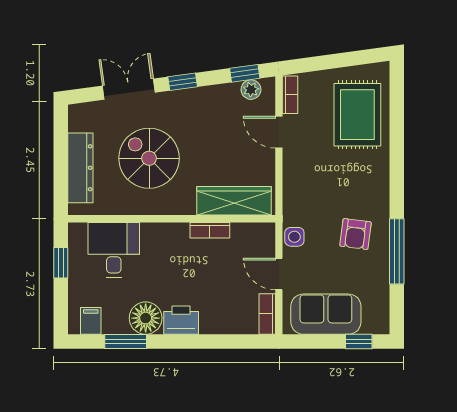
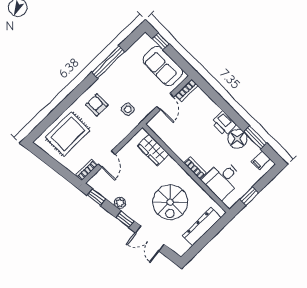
plant: (251, 90) -> (120, 203), moved
wardrobe: (234, 201) -> (153, 150), width x0.67
bookcase: (210, 230) -> (195, 168), moved
armchair: (355, 234) -> (97, 105), moved, turned -97
side table: (294, 237) -> (128, 109), moved

